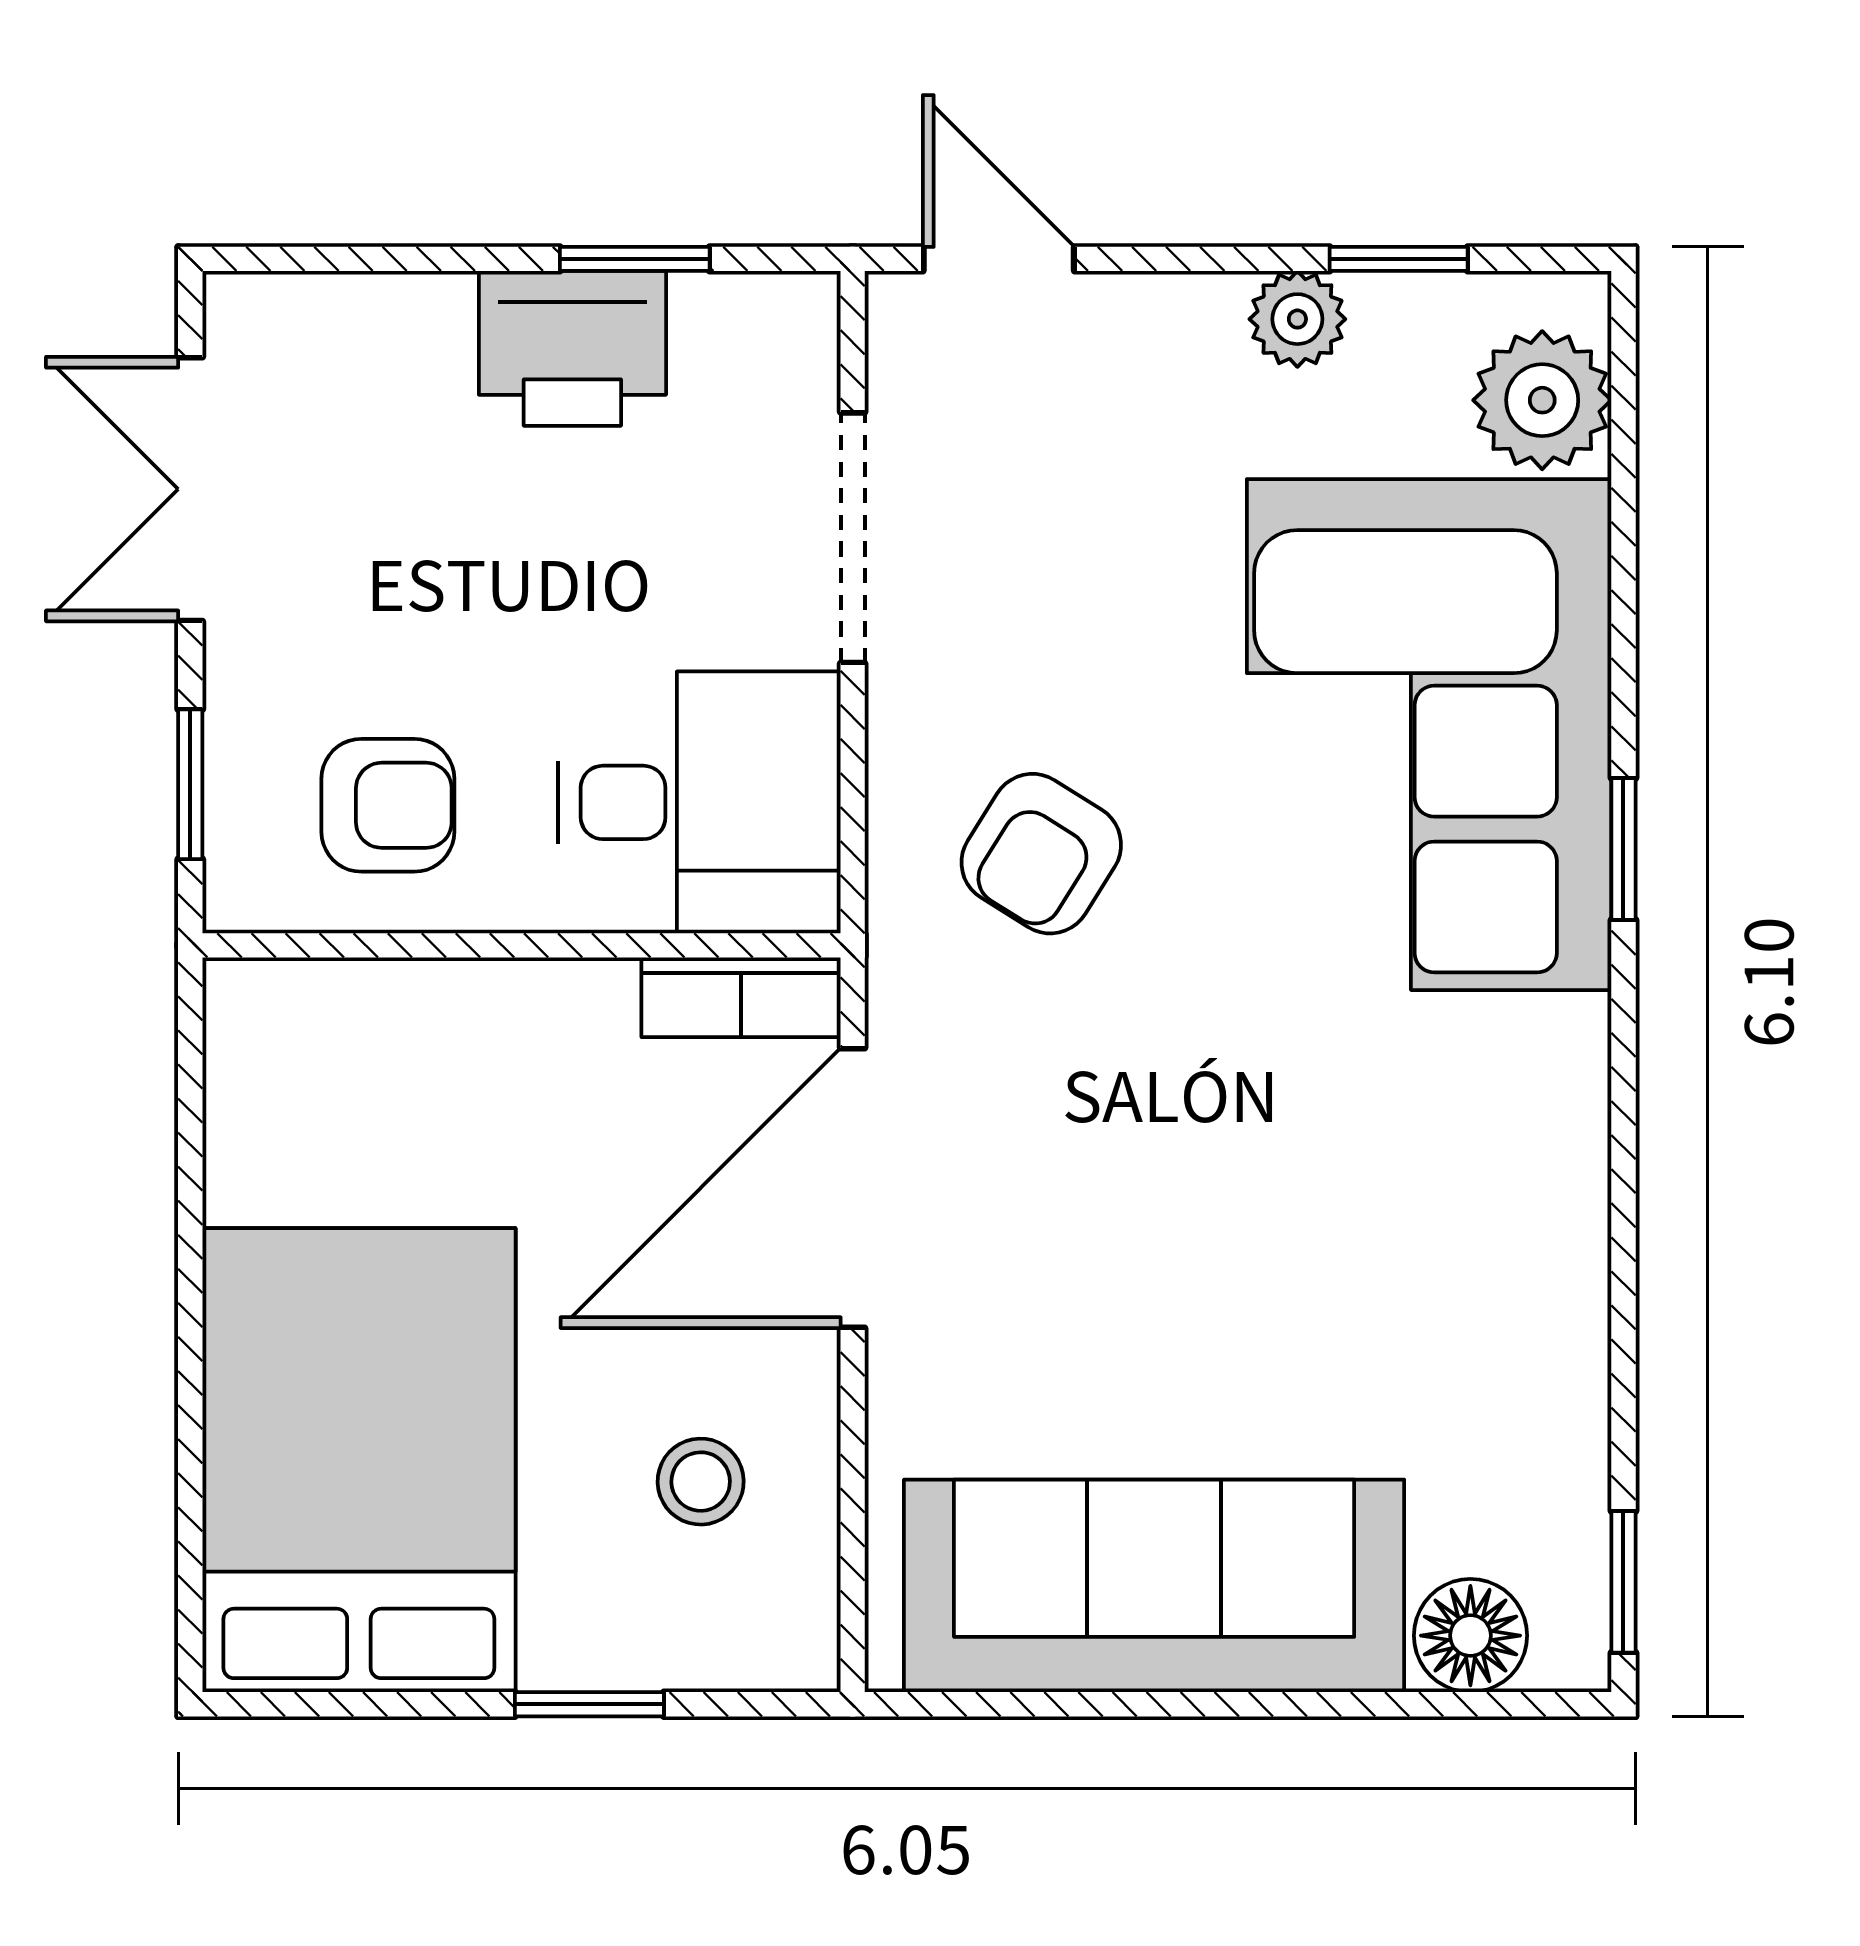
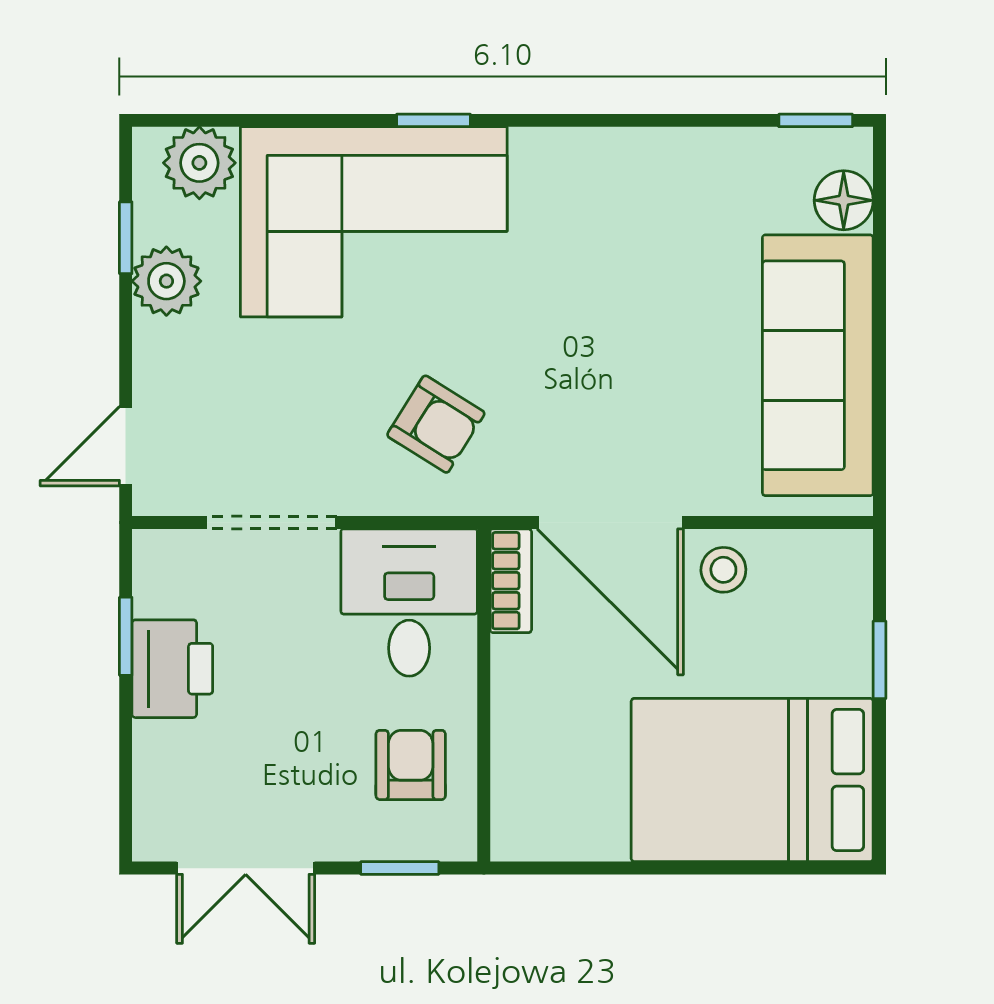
plant: (1297, 319) -> (166, 281), width x1.38, depth x1.38
stool: (701, 1482) -> (723, 570), moved

